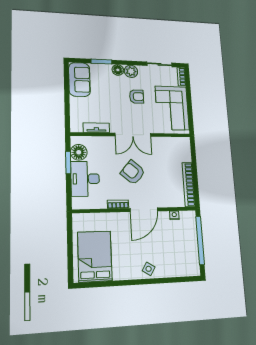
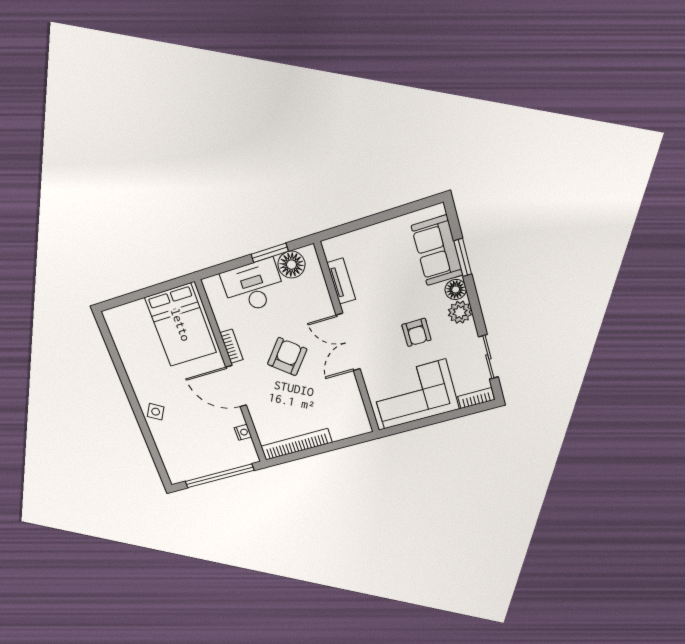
sofa: (79, 80) -> (437, 251), moved, turned 90
bed: (95, 256) -> (181, 325), moved, turned 90

